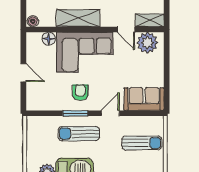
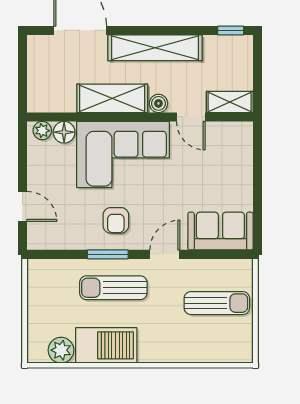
boiler: (33, 21) -> (158, 103), moved
plant: (147, 43) -> (42, 131), moved, width x0.53, depth x0.53
door: (23, 73) -> (22, 206), moved
armchair: (80, 93) -> (116, 220), turned 180

